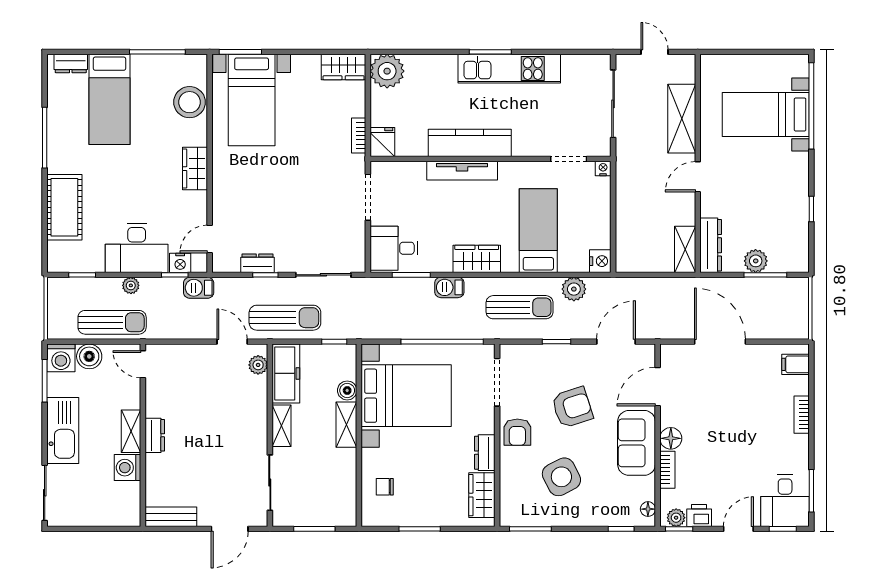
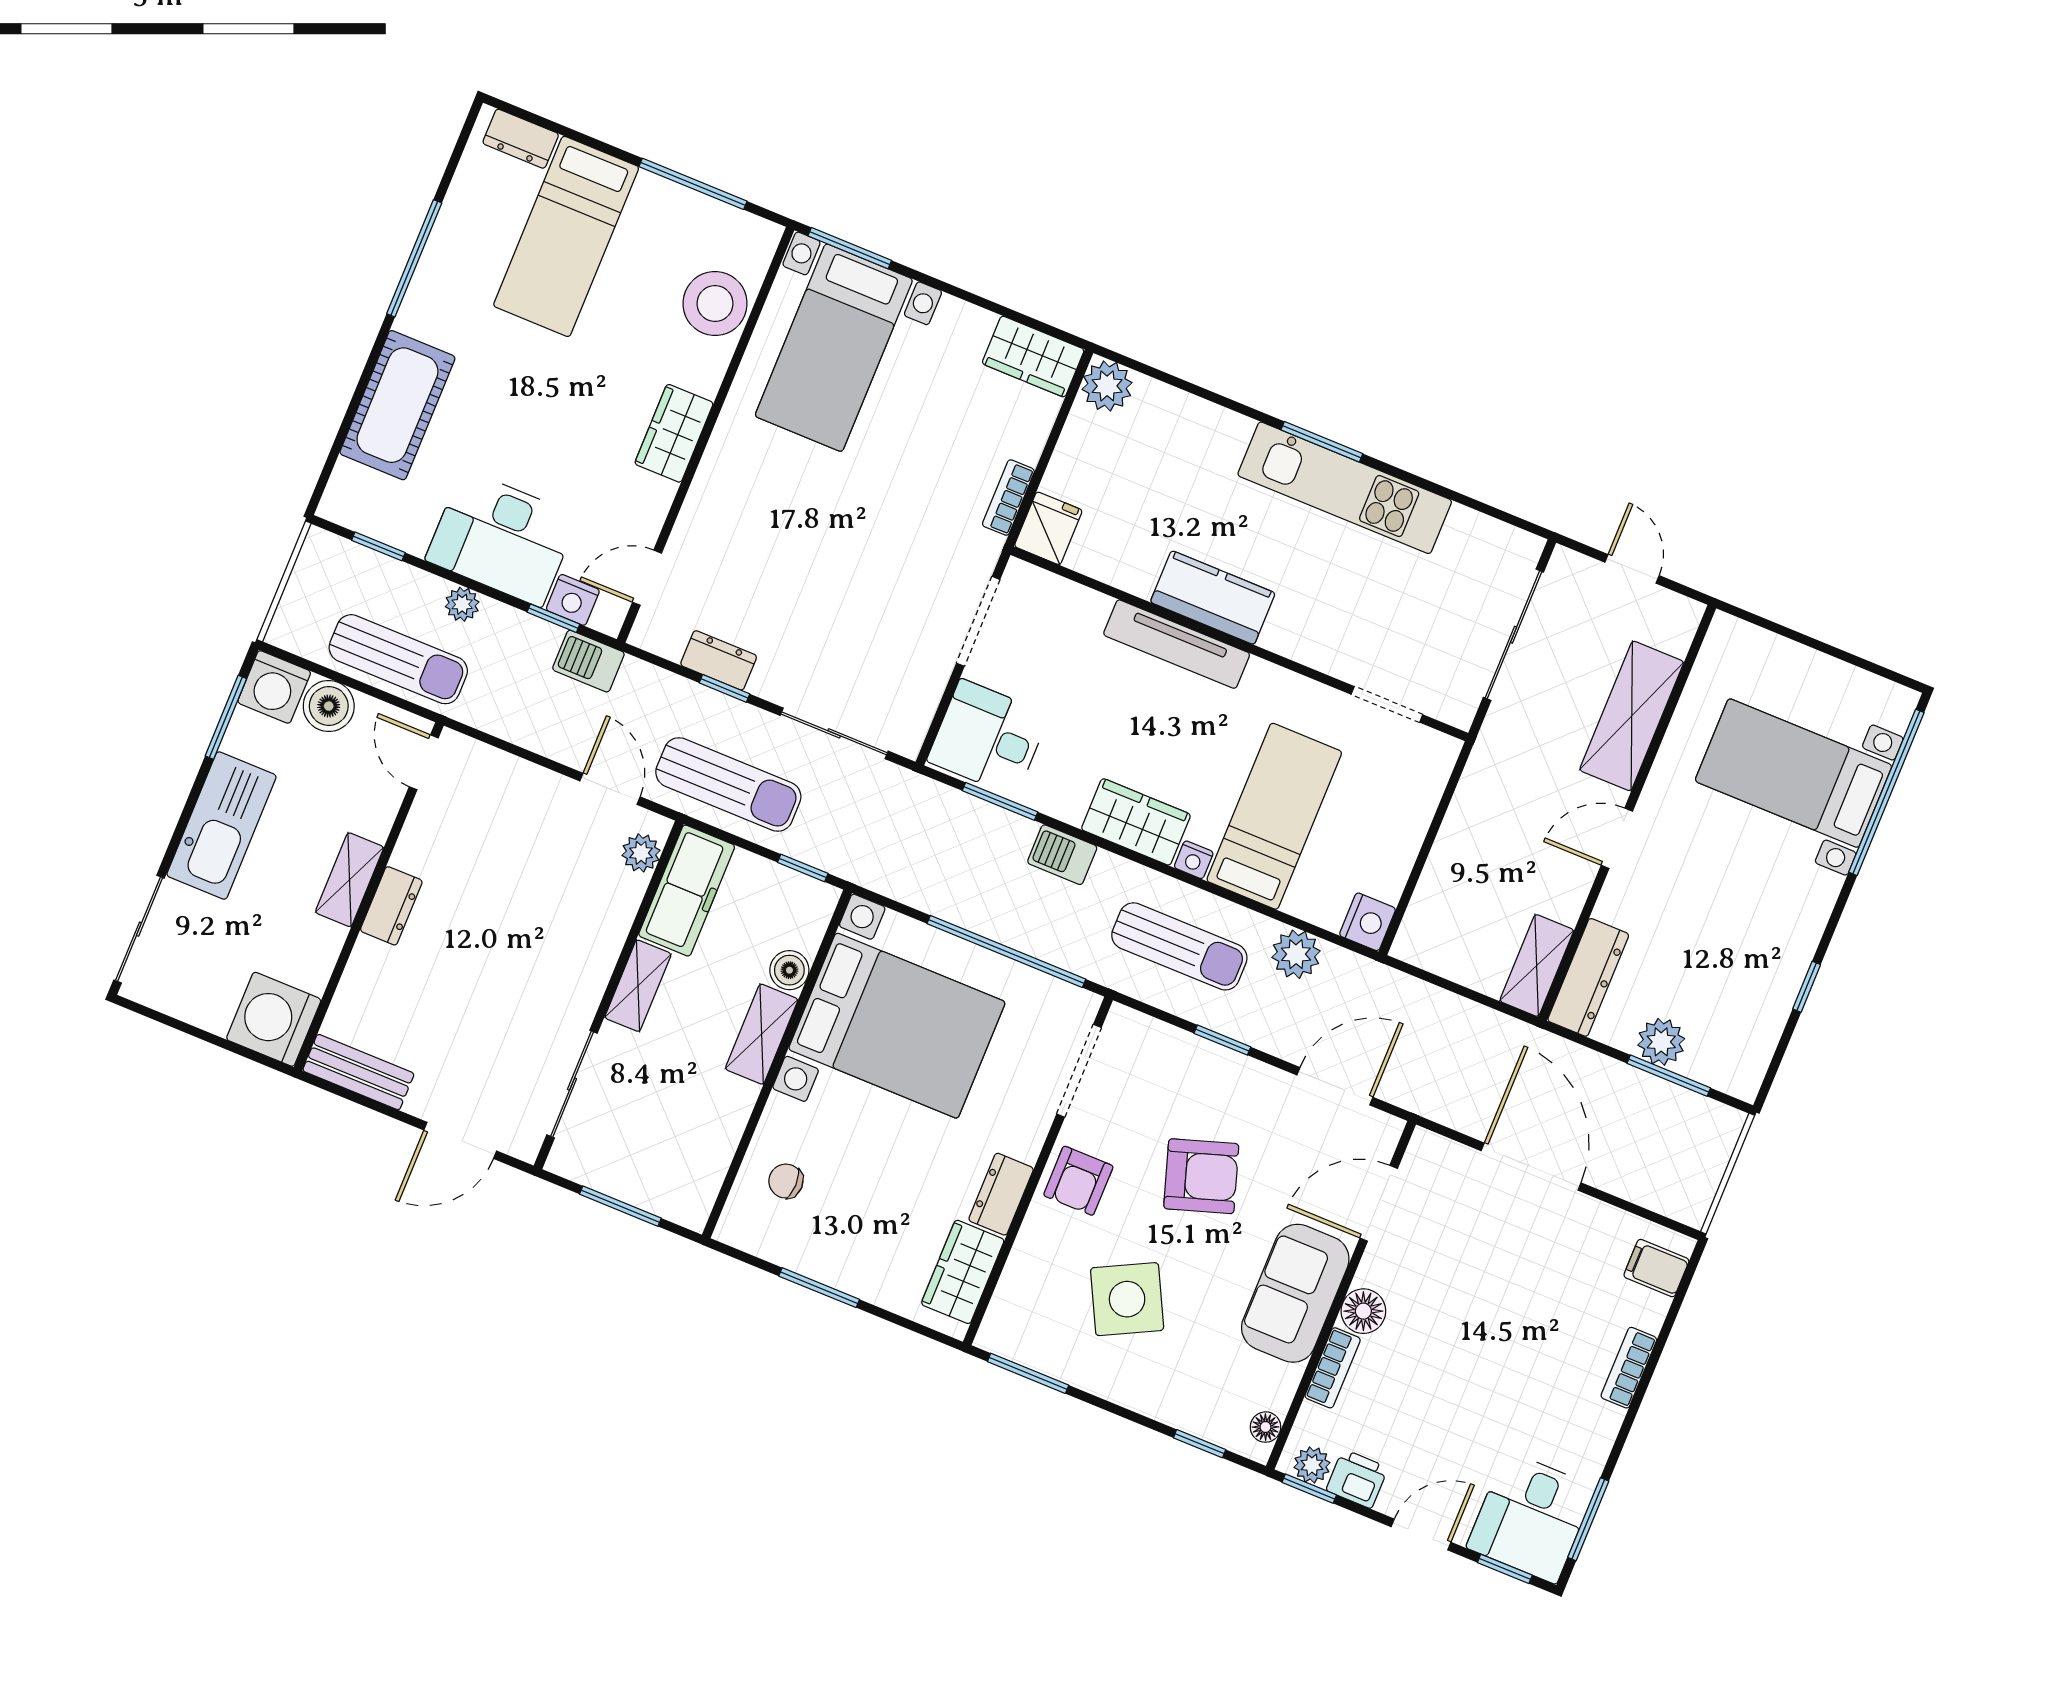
plant: (387, 71) -> (1107, 386), width x0.73, depth x0.73
kitchen counter: (470, 143) -> (1213, 598), width x0.67
nightstand: (603, 168) -> (1194, 860), moved, turned 180
washing machine: (127, 468) -> (274, 1019), moved, width x1.37, depth x1.37

